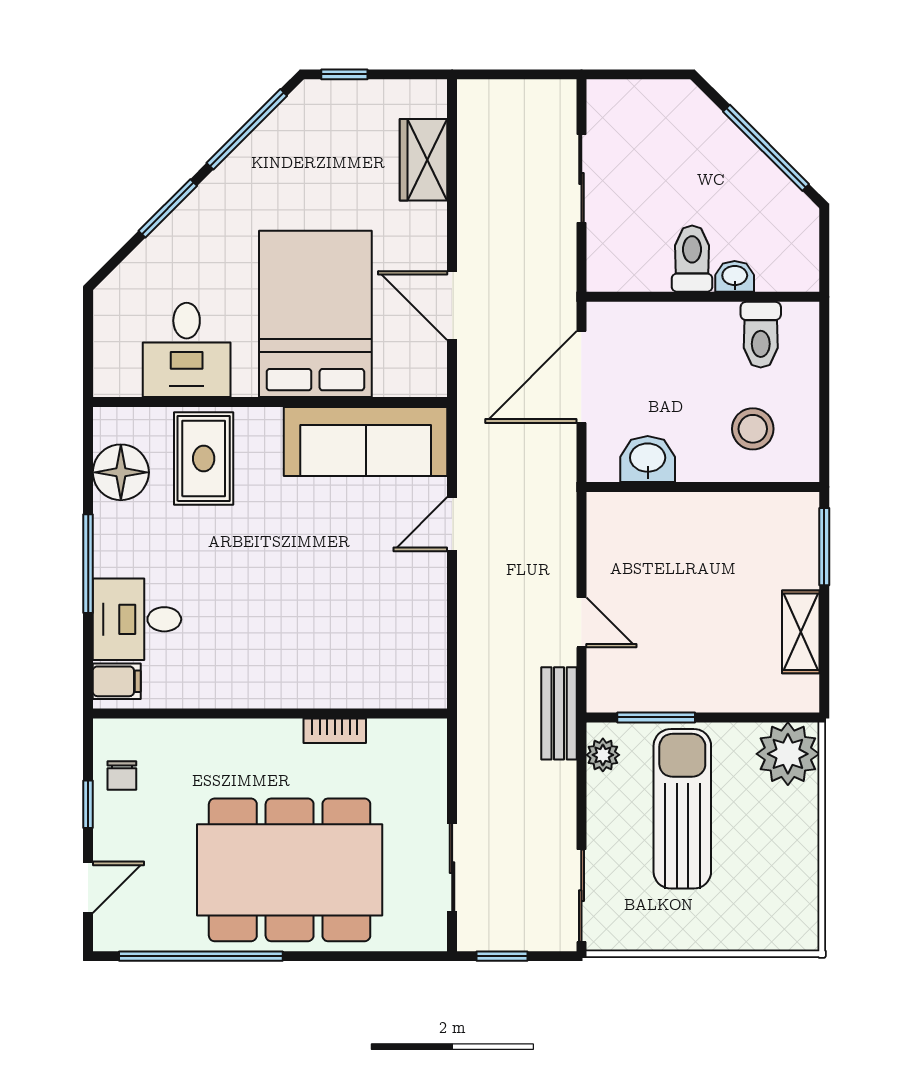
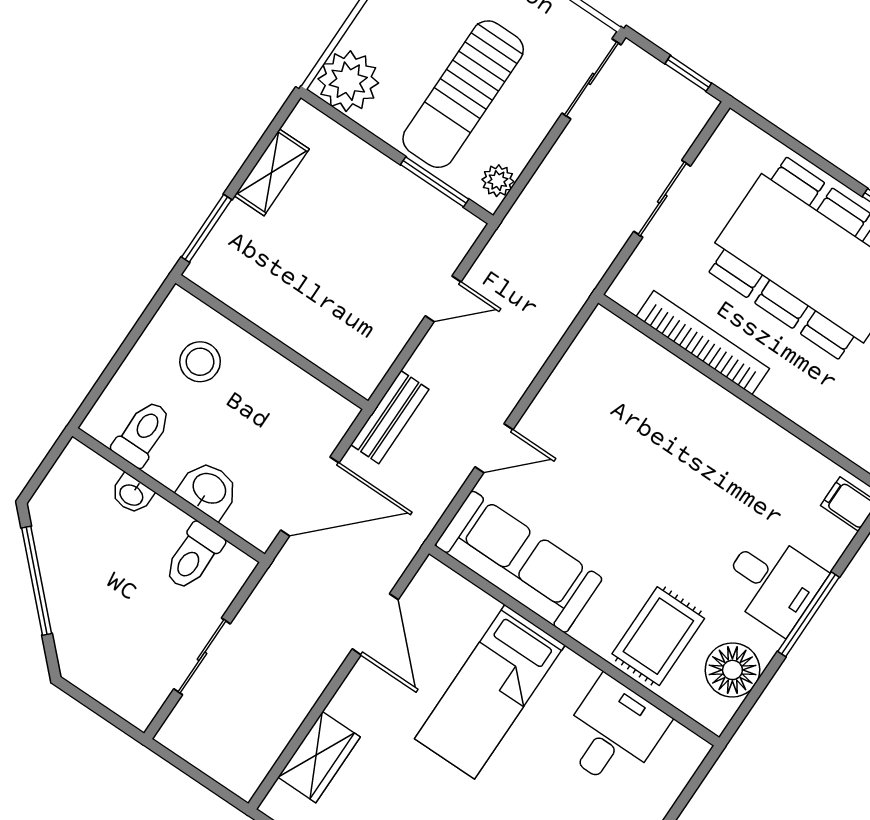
toilet: (692, 259) -> (193, 557), moved
bed: (315, 314) -> (490, 692), width x0.67
washbasin: (648, 459) -> (209, 489), moved, turned 180
desk: (137, 619) -> (773, 582), moved
door: (581, 622) -> (443, 299), swing flipped
bench: (559, 713) -> (390, 417), moved
bookcase: (335, 731) -> (703, 343), width x2.31, depth x1.31
sliding door: (452, 868) -> (662, 199), moved

